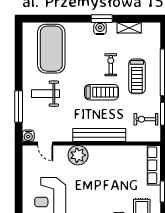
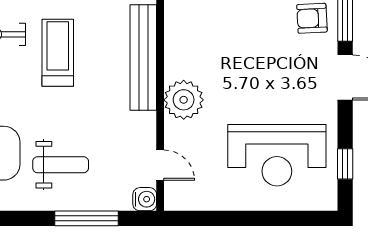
weight bench: (45, 94) -> (61, 165), turned -90
door: (45, 143) -> (160, 165), hinge flipped

